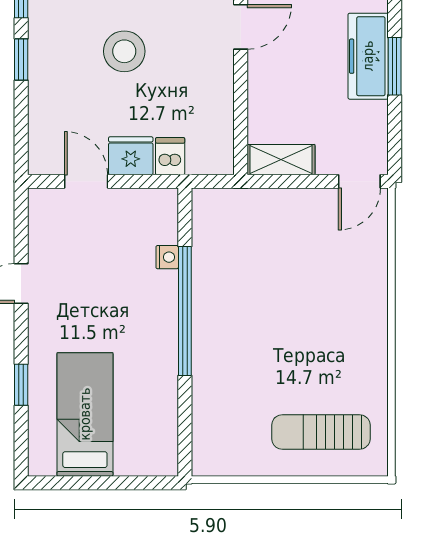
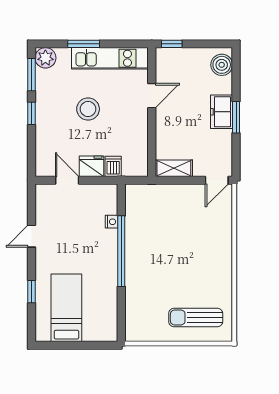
freezer: (368, 56) -> (222, 112), width x0.71

